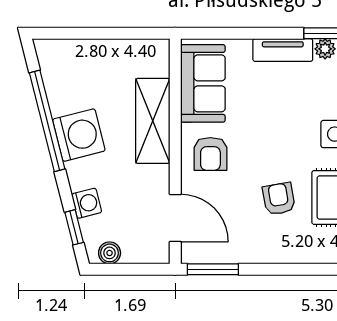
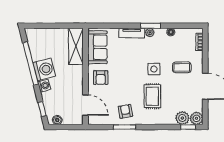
shelving: (153, 121) -> (76, 46), moved
armchair: (279, 199) -> (125, 111), moved
washing machine: (87, 203) -> (44, 86), moved
window: (213, 269) -> (125, 127), moved

